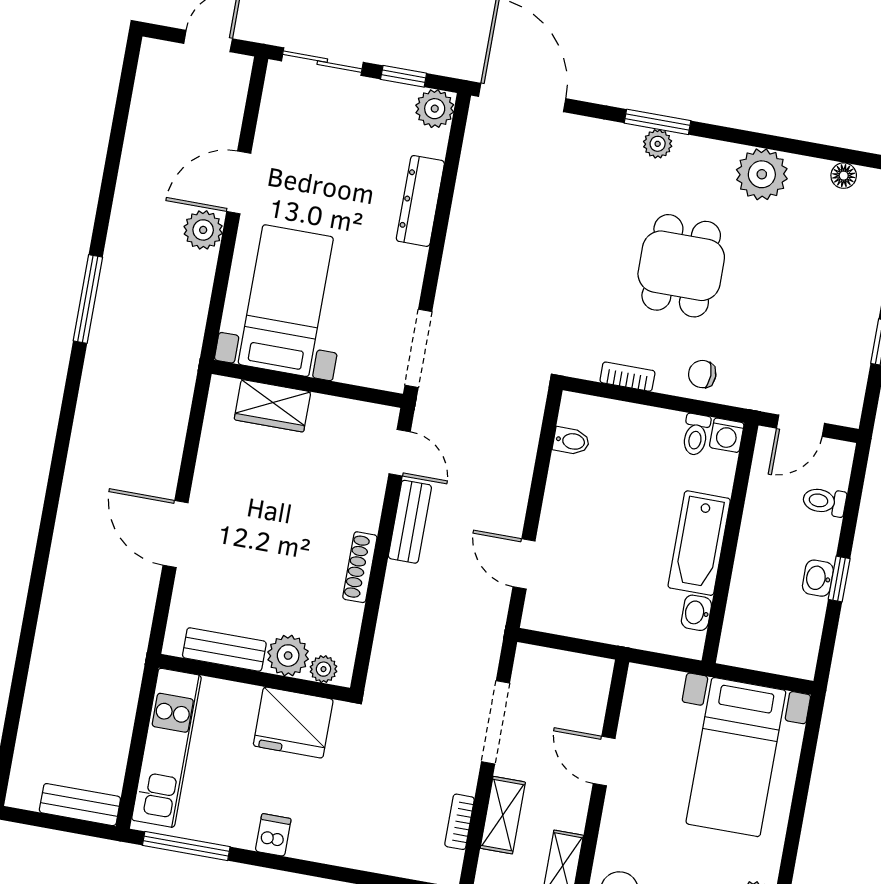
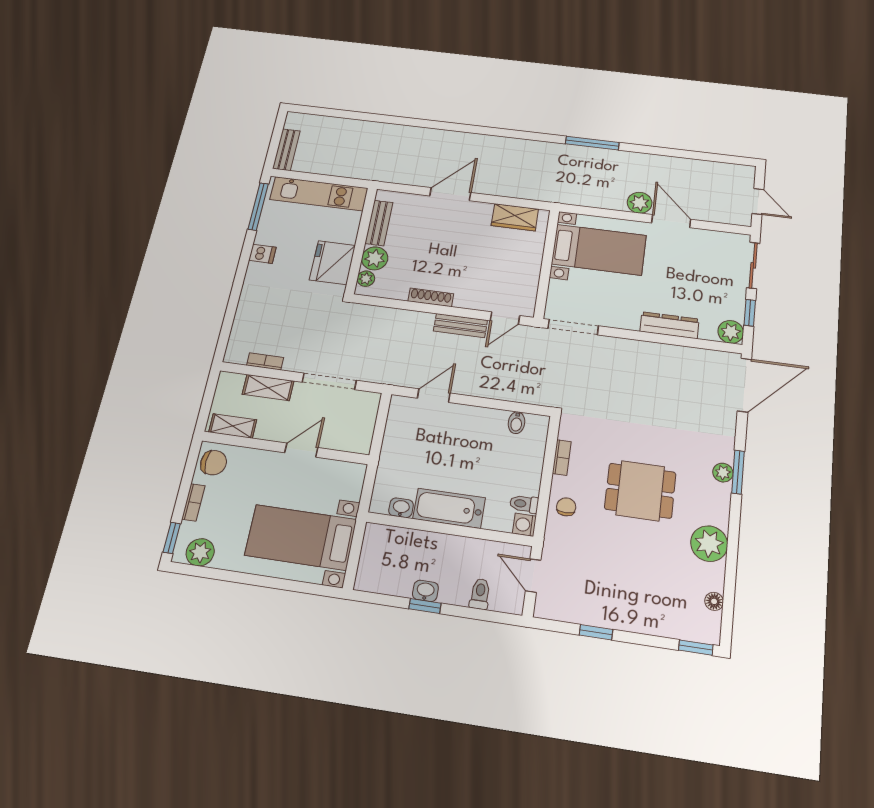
wardrobe: (272, 406) -> (515, 217), moved, turned -90

